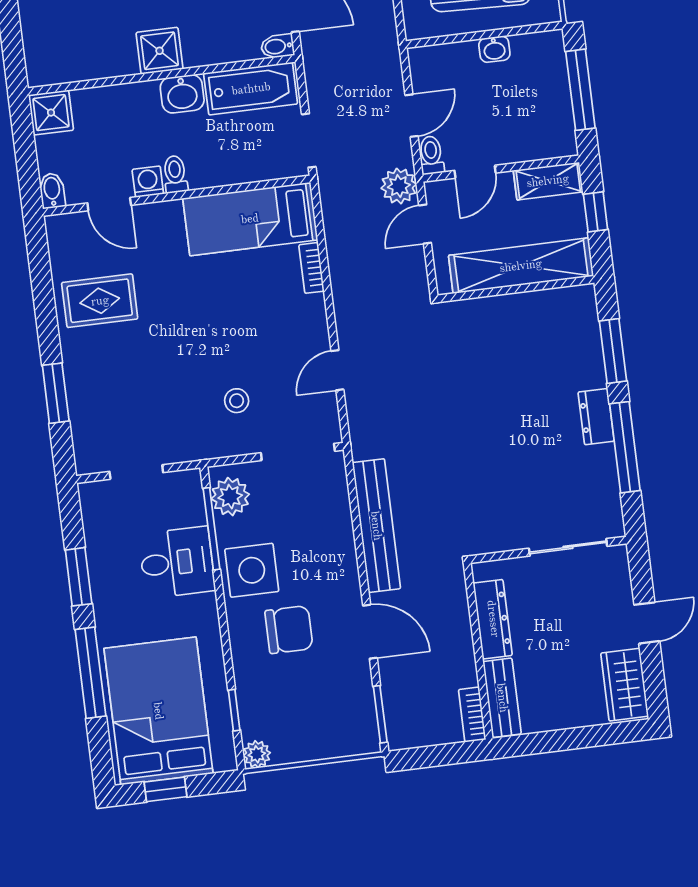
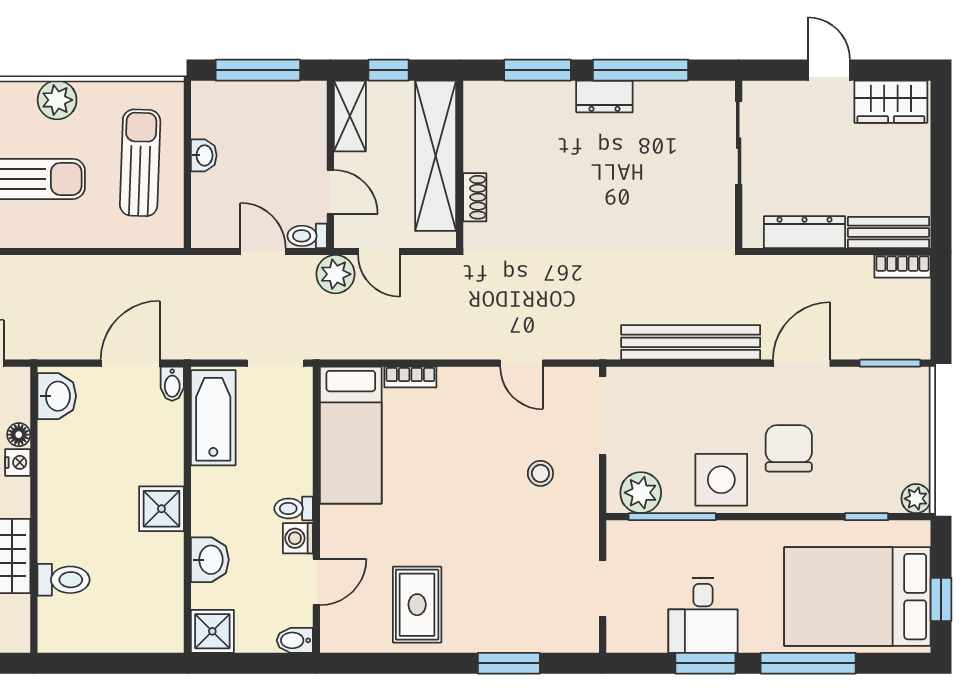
washbasin: (182, 94) -> (210, 560), moved
shoe rack: (487, 307) -> (475, 197), added
desk: (177, 562) -> (703, 615), moved, turned 180

